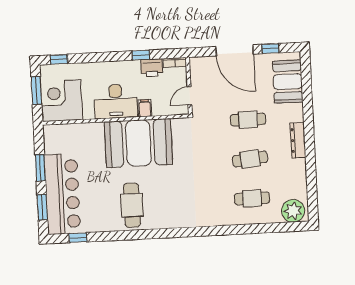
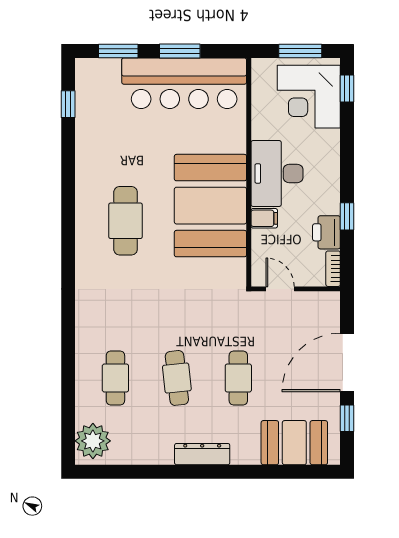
corner desk: (62, 101) -> (309, 97), moved, turned 180
bar counter: (62, 194) -> (184, 83), moved
cafe table: (132, 205) -> (126, 221), moved, turned 90

